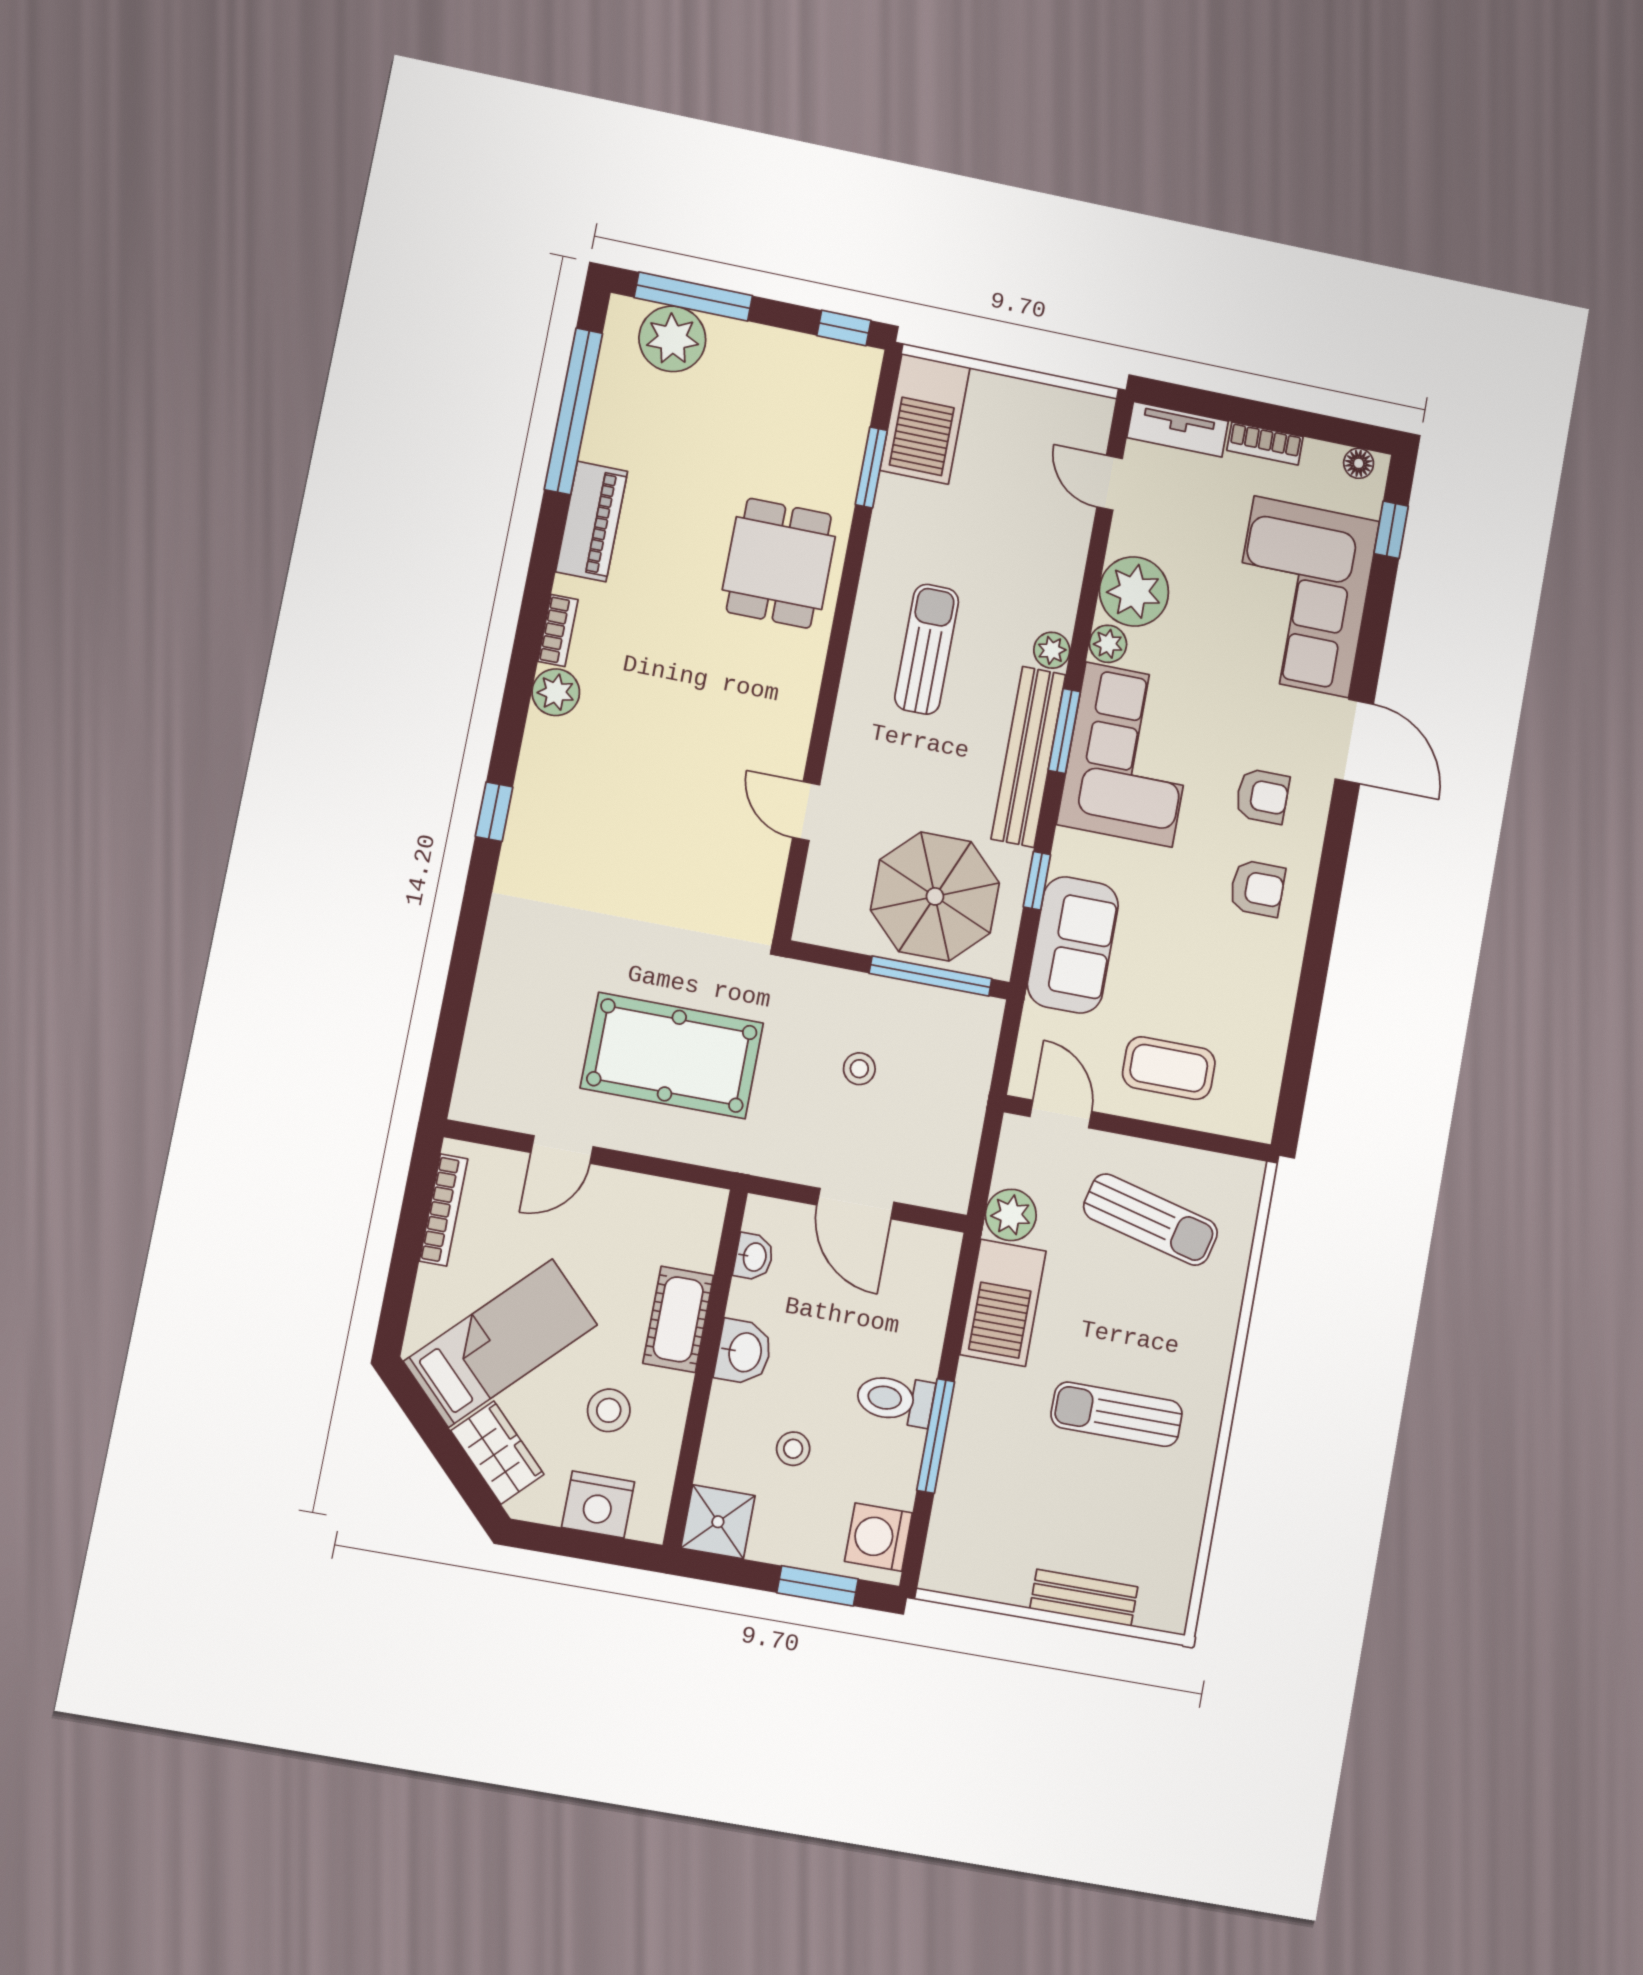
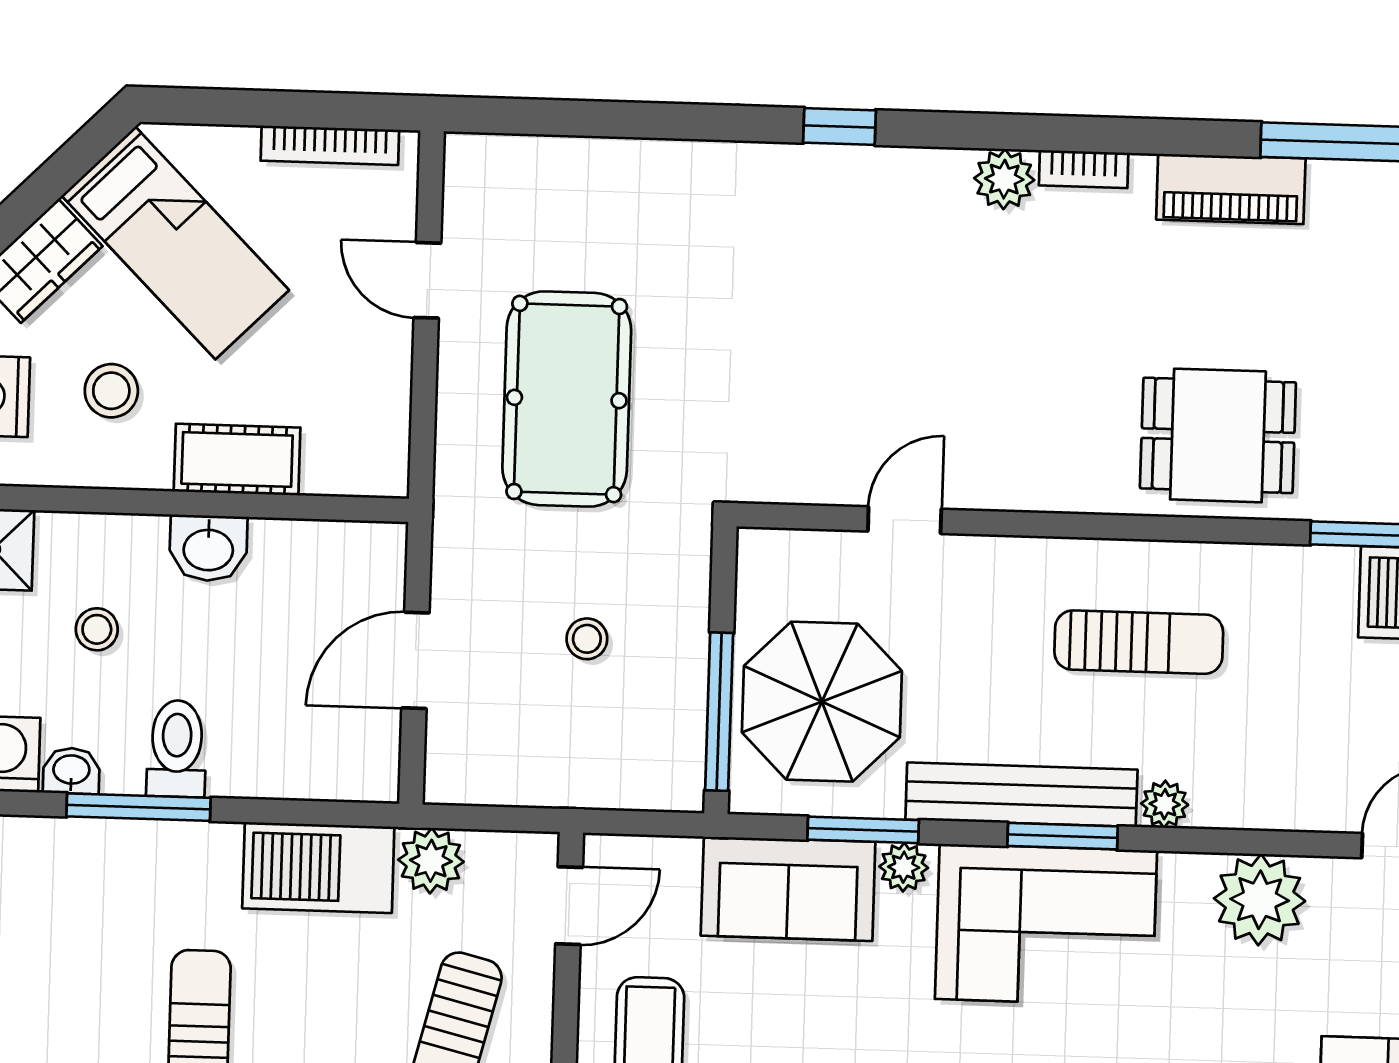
plant: (1108, 644) -> (904, 867), moved
window: (1037, 881) -> (863, 830), width x1.50
washbasin: (754, 1257) -> (71, 771), moved, turned 180

